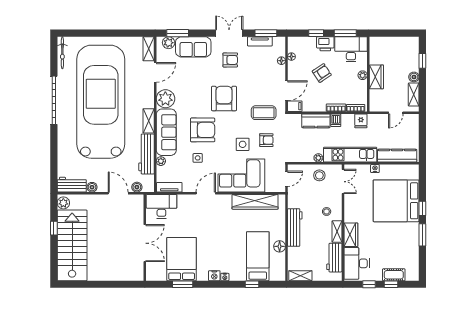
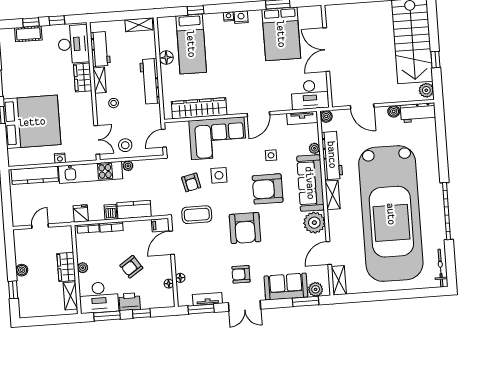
shelving: (414, 95) -> (70, 296), moved
armchair: (266, 140) -> (191, 182), turned -103
double door: (343, 182) -> (97, 140), swing flipped
boiler: (137, 187) -> (326, 116), moved

